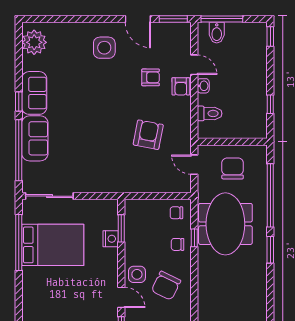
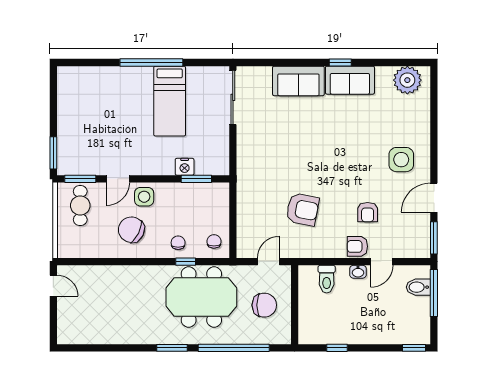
window: (19, 150) -> (285, 63), removed
window: (19, 242) -> (151, 63), moved
bed: (53, 245) -> (170, 101), width x0.67

